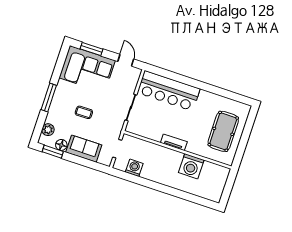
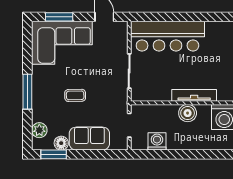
tv unit: (174, 142) -> (194, 95), width x1.41
boiler: (164, 154) -> (188, 113), added

